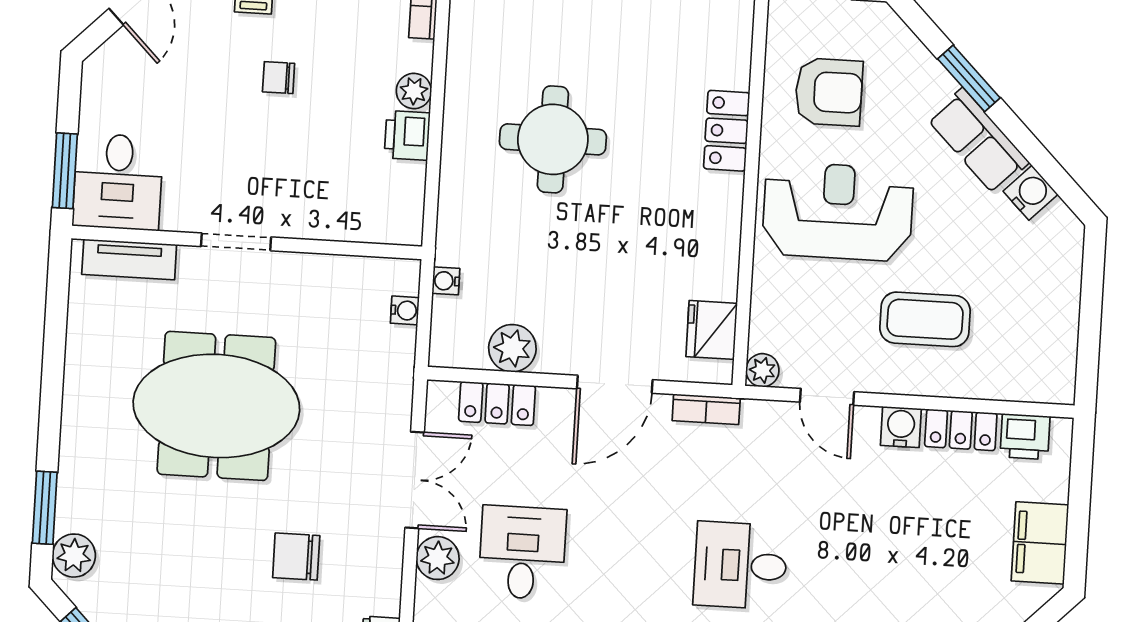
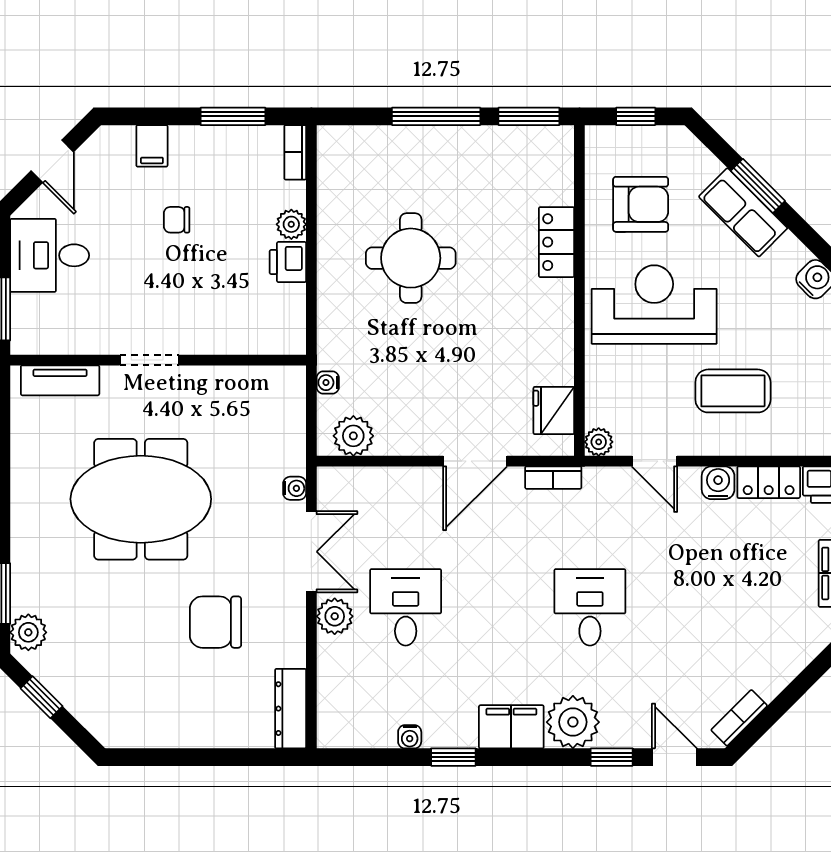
row of seats: (978, 141) -> (743, 212), moved
desk: (118, 182) -> (50, 255), moved, turned 90
water cooler: (405, 310) -> (295, 488), moved
plant: (512, 348) -> (353, 436), moved
locker: (497, 403) -> (377, 483), removed
chair: (296, 557) -> (216, 622), width x1.37, depth x1.37
desk: (740, 565) -> (590, 607), turned 90

